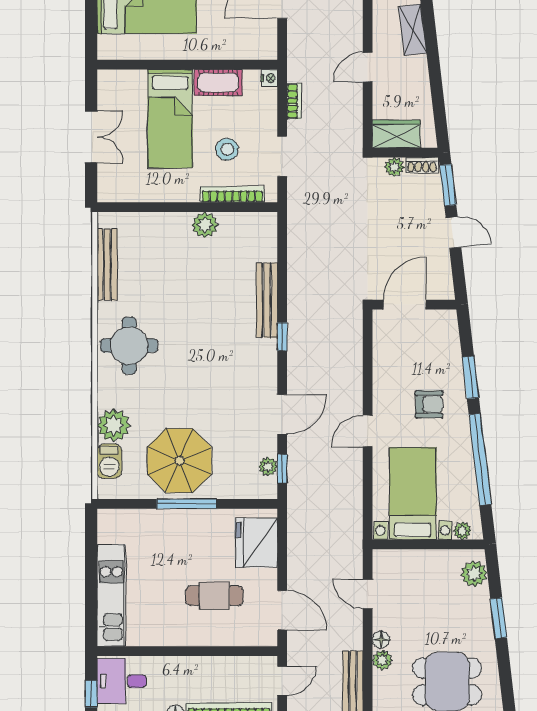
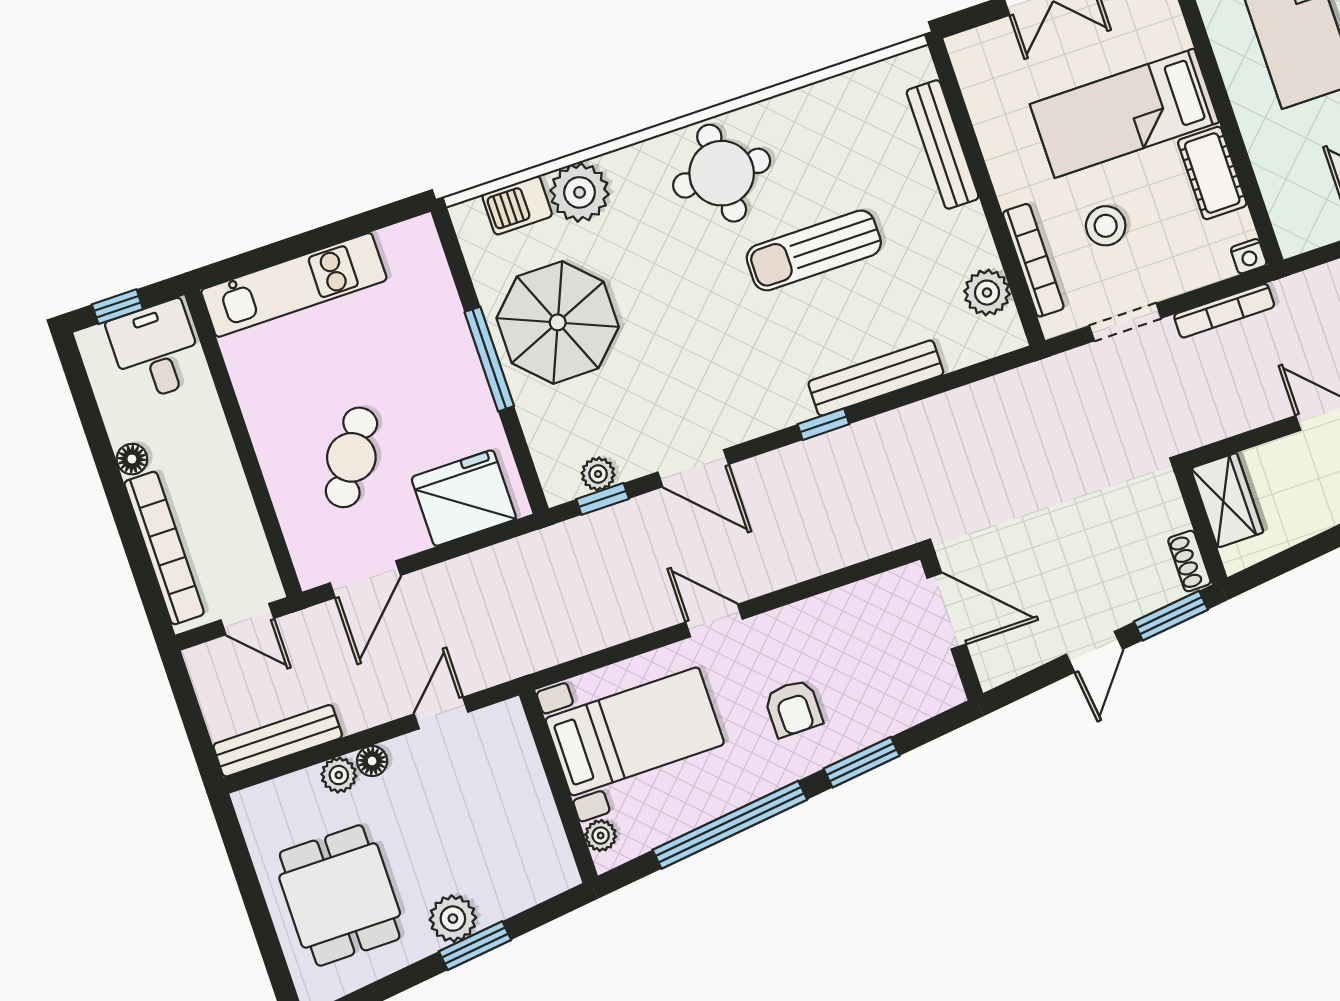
bookcase: (294, 101) -> (1224, 311), width x1.56
plant: (394, 167) -> (1171, 516), removed
plant: (205, 225) -> (987, 293), moved
bench: (107, 265) -> (943, 144), moved, turned 90
sun lounger: (187, 310) -> (814, 250), added
plant: (474, 574) -> (453, 919), moved
cafe table: (214, 596) -> (351, 457), turned 33

